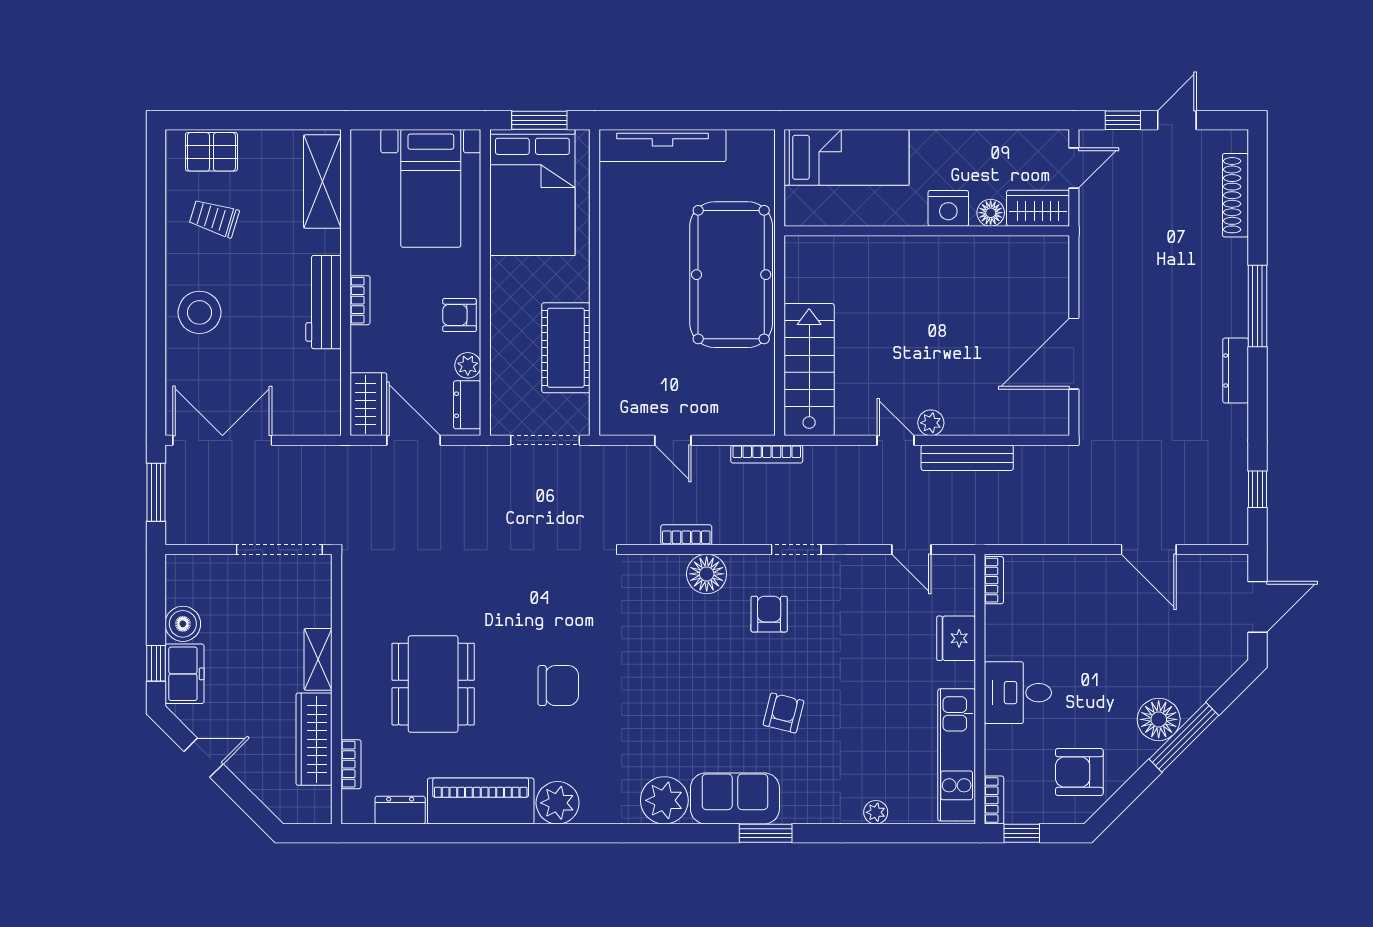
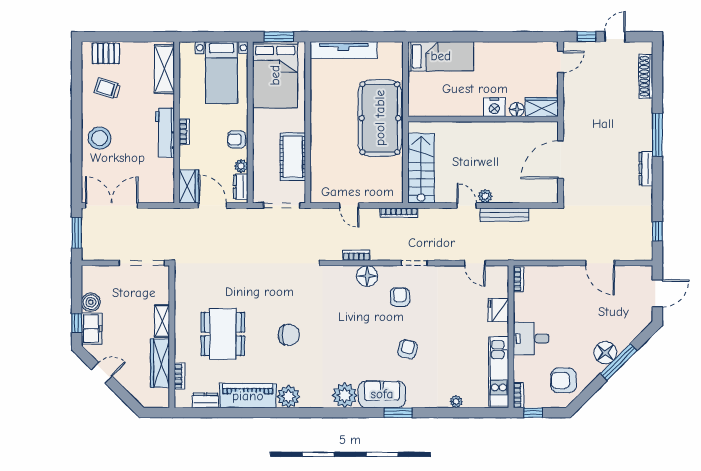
nightstand: (948, 208) -> (494, 107), moved
wardrobe: (1038, 208) -> (542, 107), moved
floor lamp: (991, 213) -> (517, 110), moved
wall: (927, 231) -> (483, 119), moved

